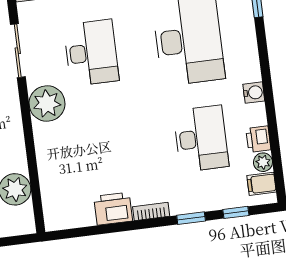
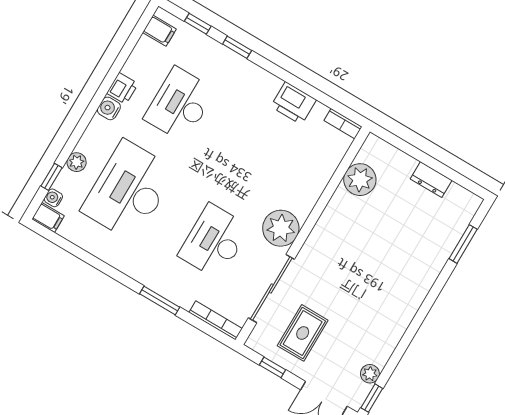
sliding door: (18, 51) -> (271, 288), width x1.37
printer: (258, 139) -> (122, 88), moved
plant: (263, 162) -> (77, 162), moved
bookcase: (151, 212) -> (343, 124), moved

